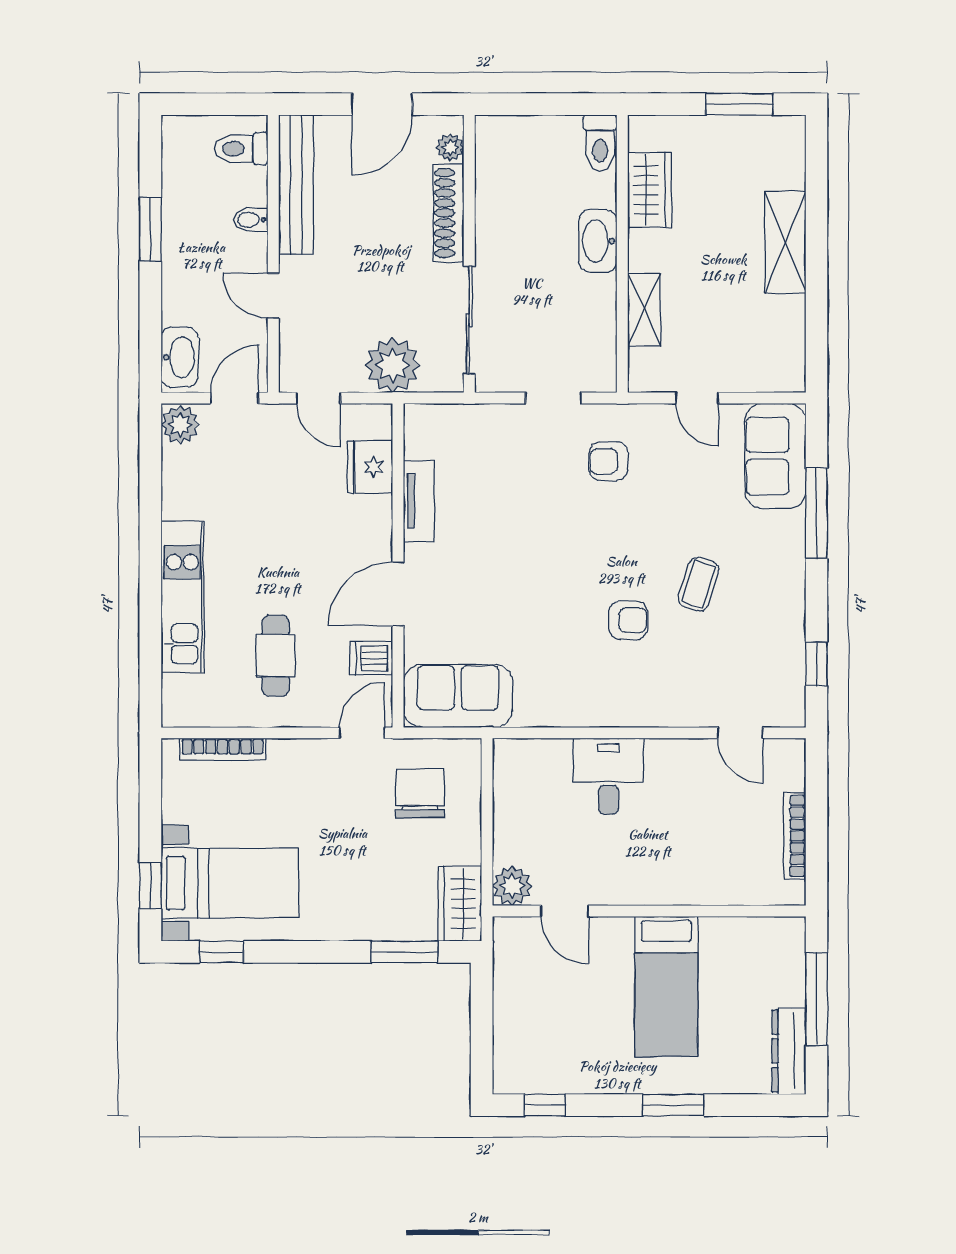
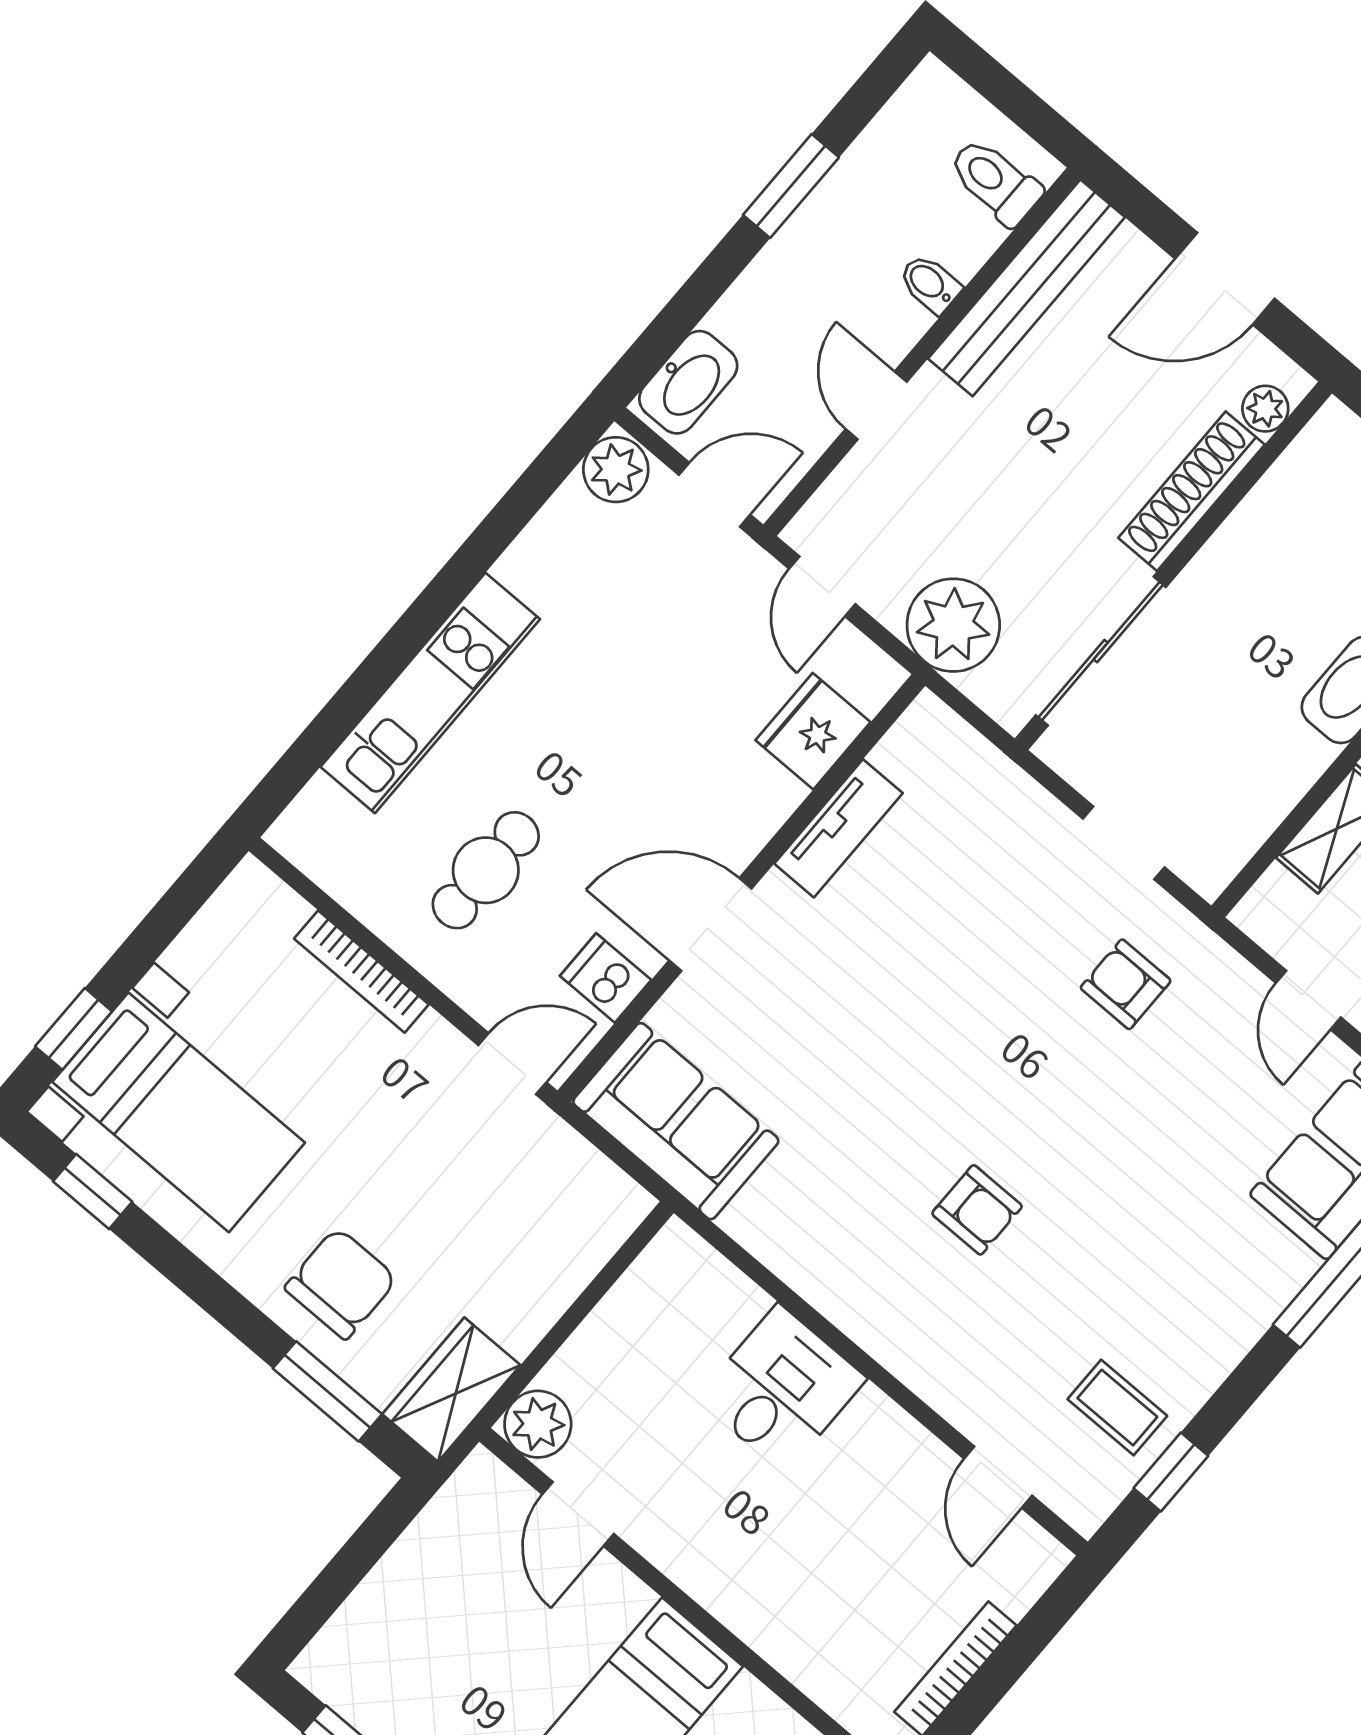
coffee table: (698, 584) -> (1117, 1408), moved, turned 72
bookcase: (223, 749) -> (361, 972), moved
chair: (420, 793) -> (341, 1283), moved

